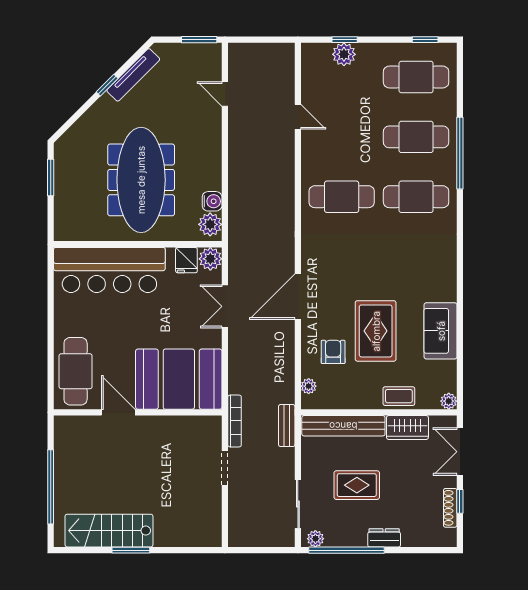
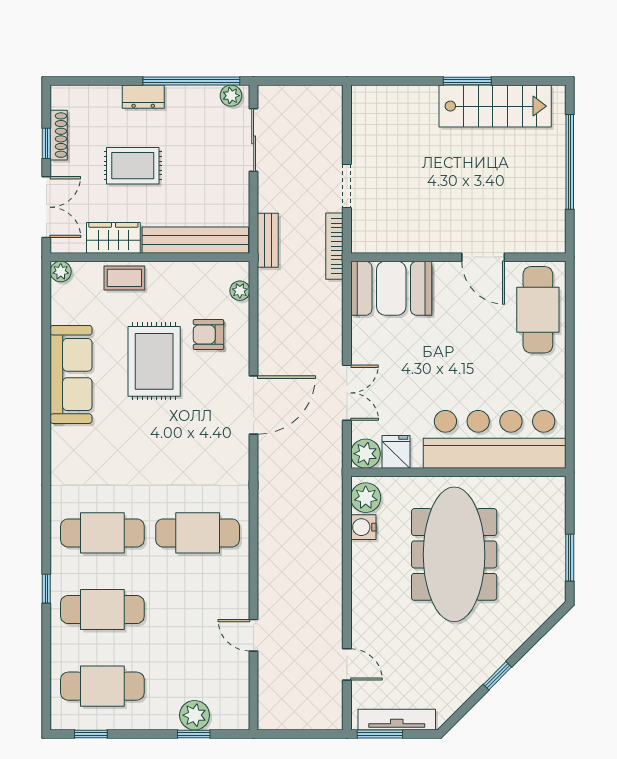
tv unit: (133, 75) -> (397, 720), moved, turned 45
window: (460, 153) -> (46, 589), width x0.32
sofa: (441, 331) -> (71, 374), width x1.36
armchair: (333, 352) -> (208, 335), turned 90
booth: (179, 379) -> (391, 288), width x0.73, depth x0.70
rug: (357, 485) -> (133, 166), moved

